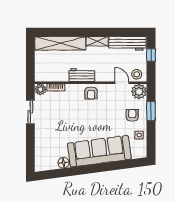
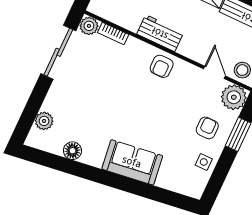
sliding door: (30, 112) -> (58, 52), width x1.37
sofa: (99, 151) -> (132, 162), width x0.54, depth x0.79
plant: (40, 154) -> (44, 121), added

